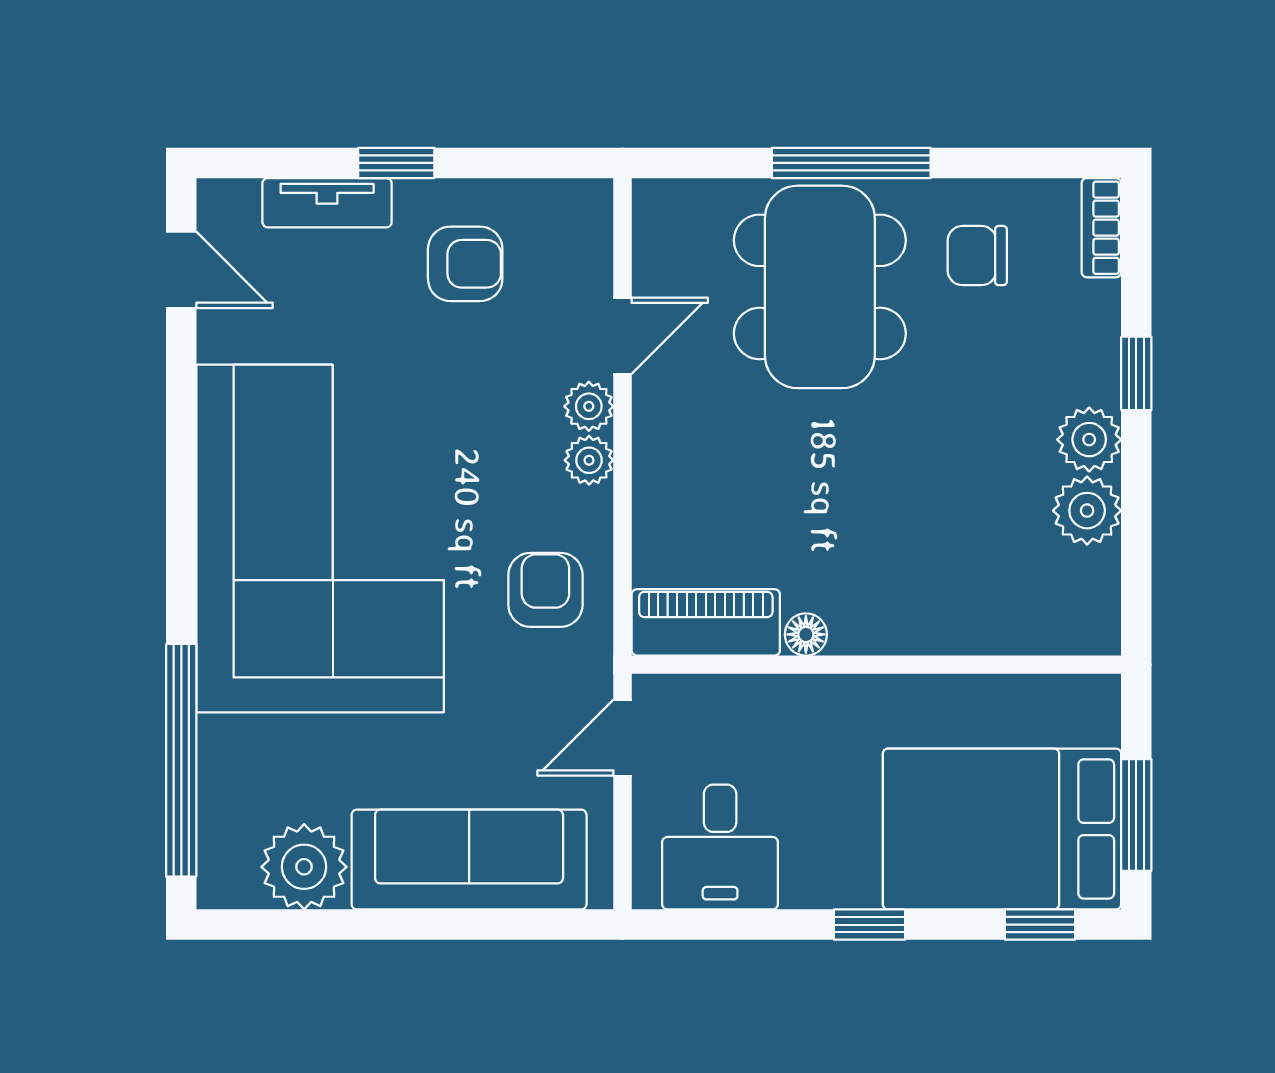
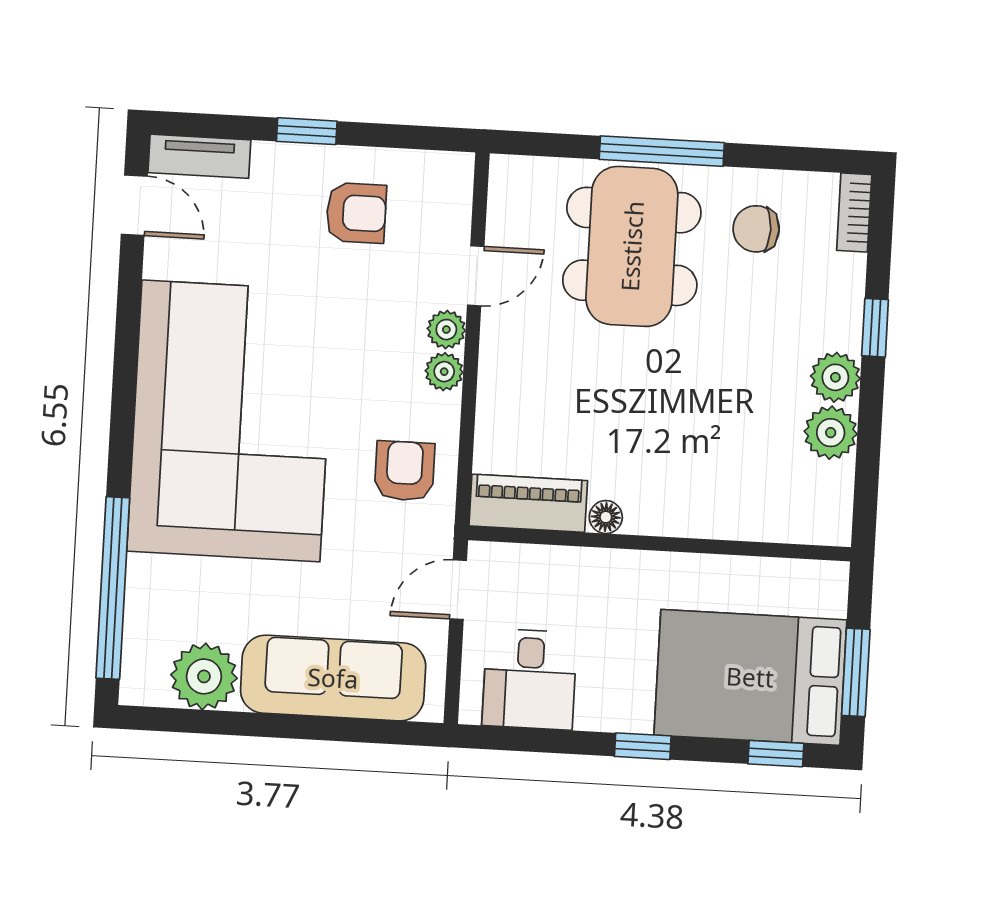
tv unit: (327, 203) -> (199, 156), moved

